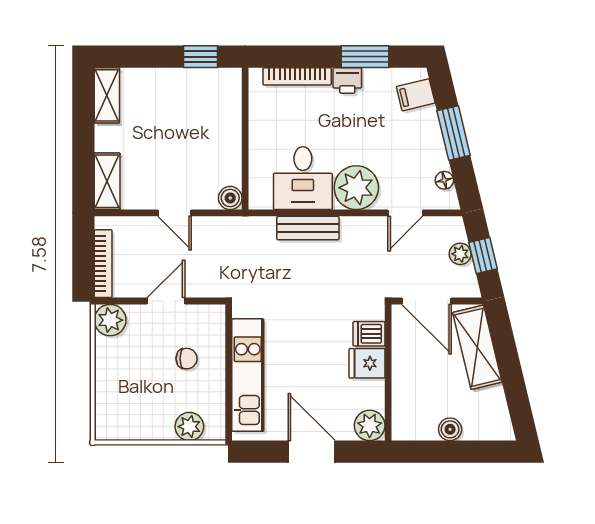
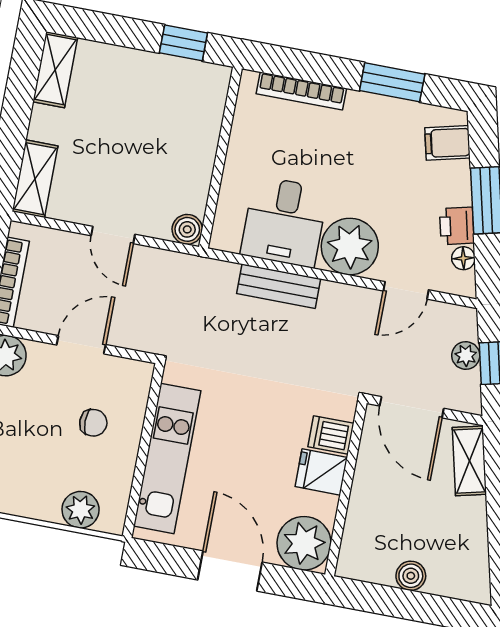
printer: (347, 80) -> (457, 226), moved, turned 77
shelving: (477, 347) -> (469, 461), width x0.67, depth x0.75
plant: (370, 425) -> (304, 543), width x1.36, depth x1.36

